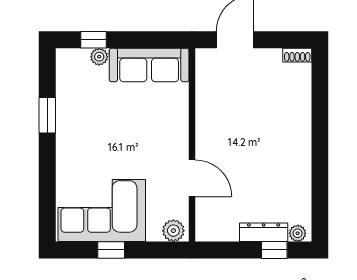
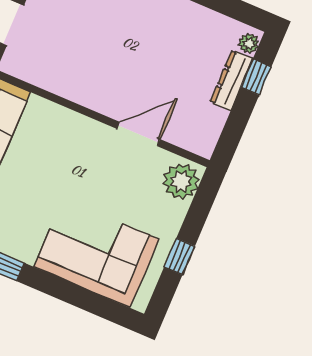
corner sofa: (102, 210) -> (96, 253), moved, turned 90
plant: (173, 231) -> (181, 181), width x1.36, depth x1.36

